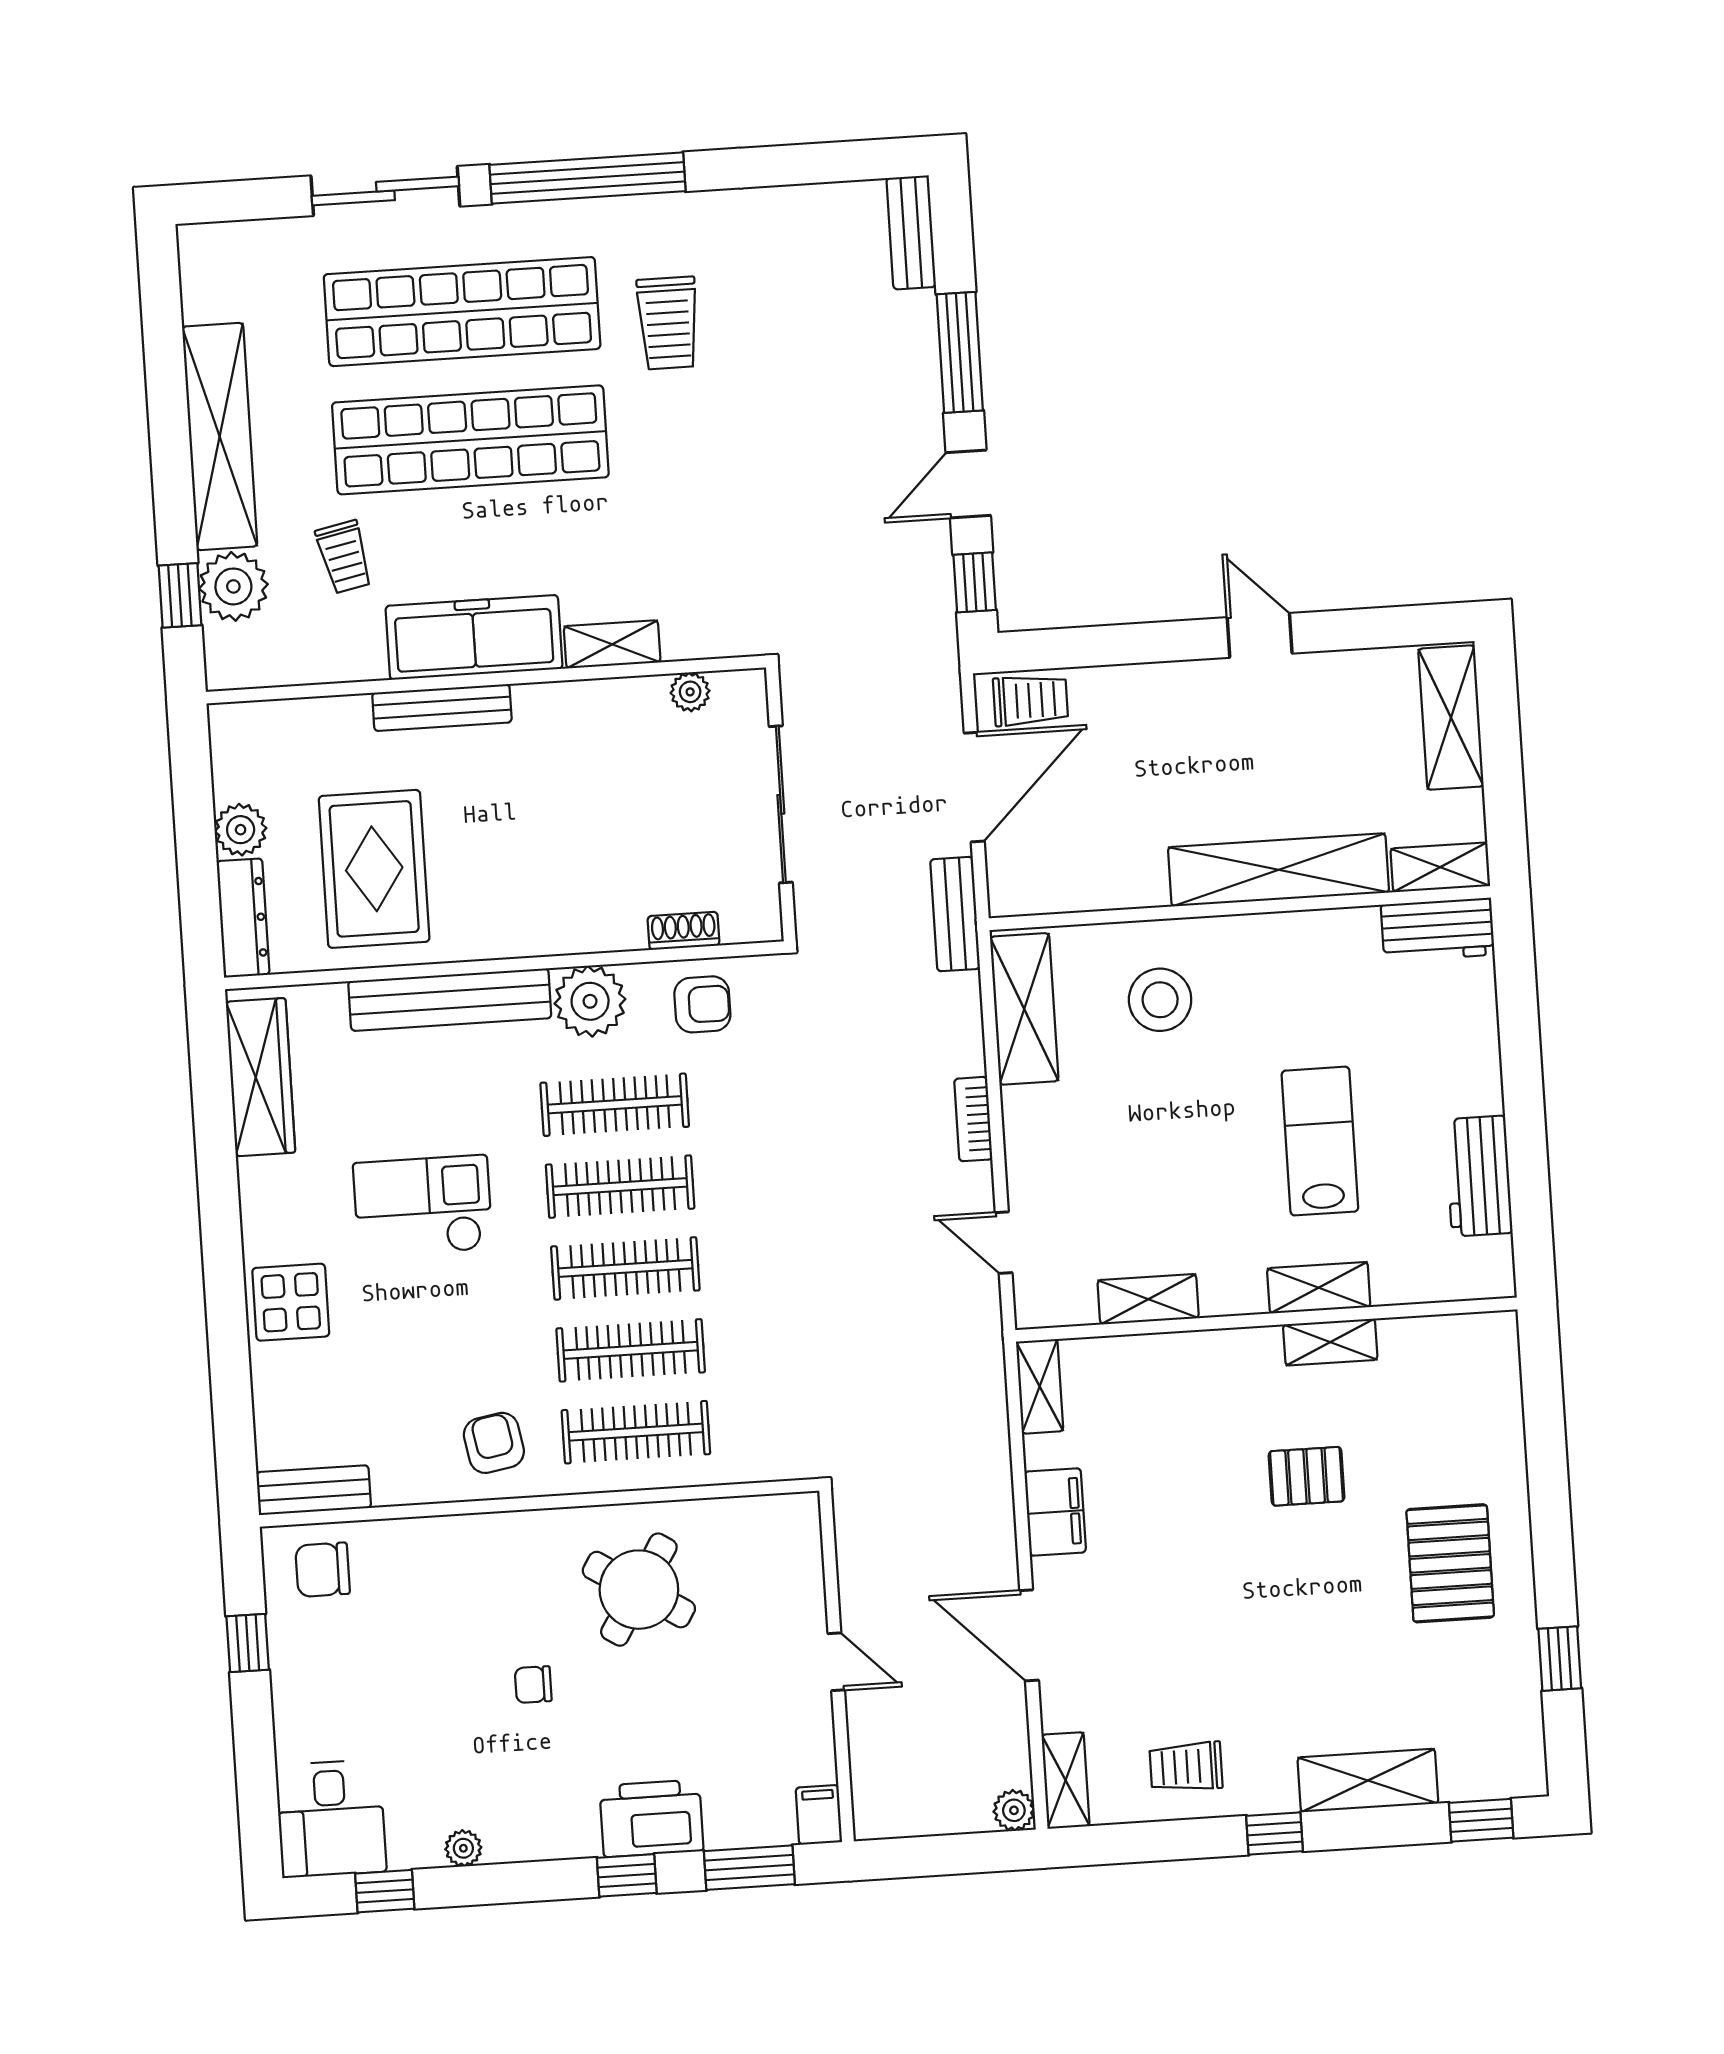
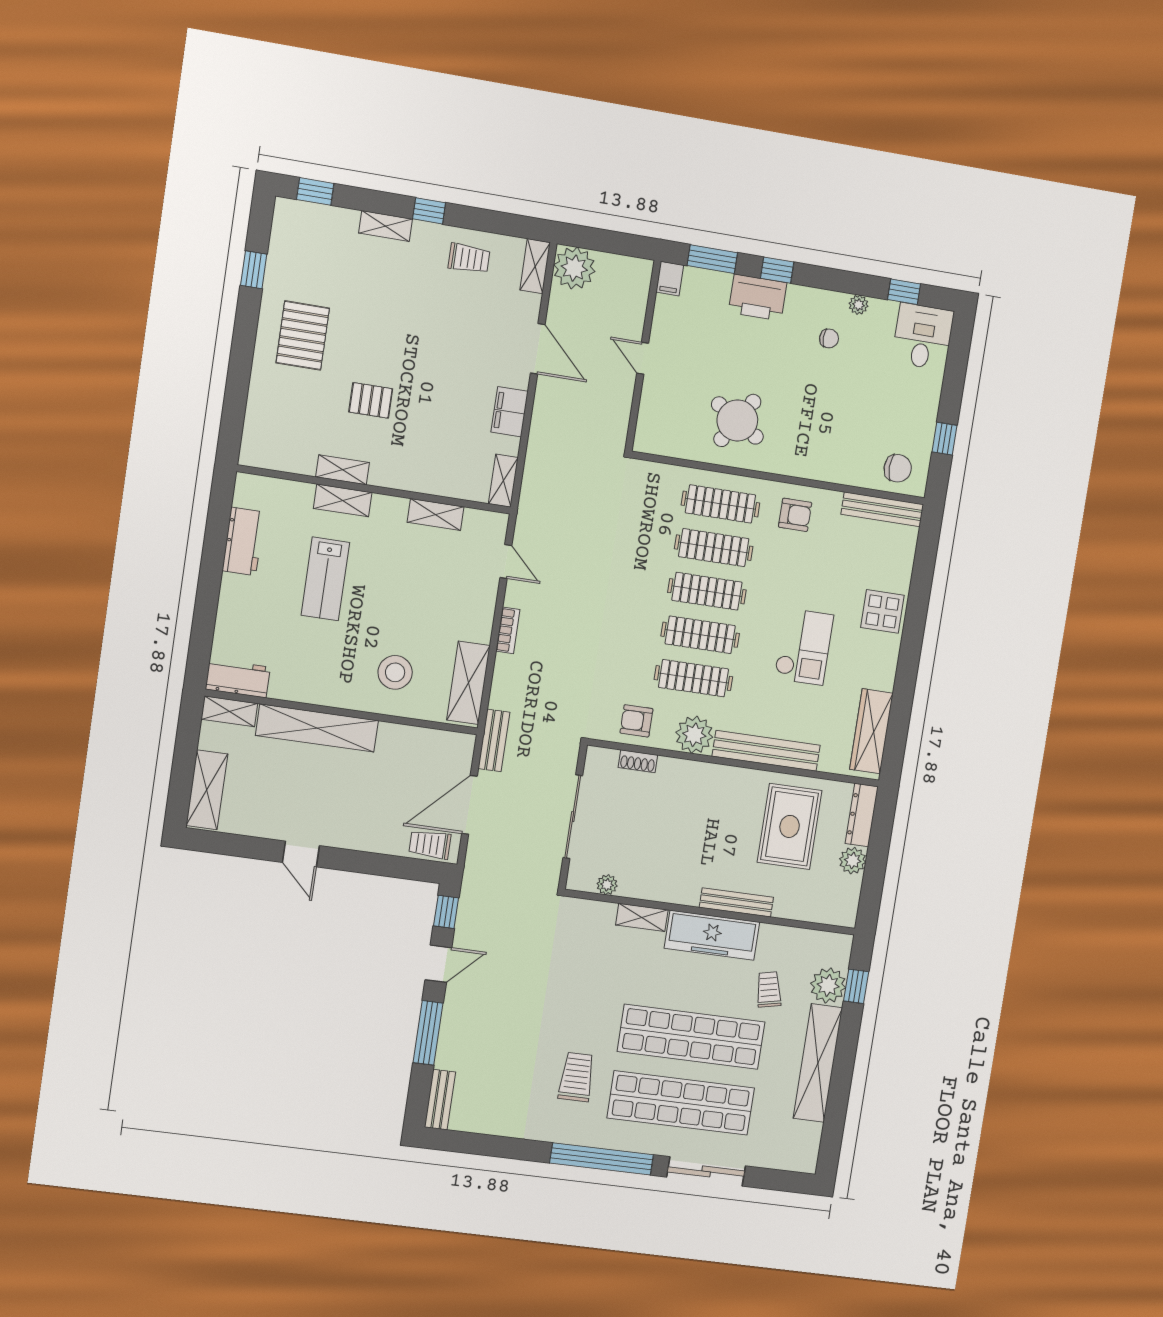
checkout: (423, 1206) -> (804, 647), turned -90
armchair: (494, 1443) -> (795, 515), turned -80
bench: (314, 1490) -> (882, 509), width x1.36
chair: (533, 1685) -> (829, 338), moved
shelving: (1368, 1780) -> (386, 226), width x0.67, depth x0.75
plant: (1014, 1810) -> (574, 268), width x1.88, depth x1.88

